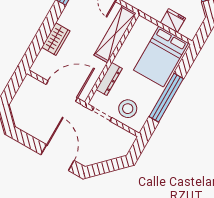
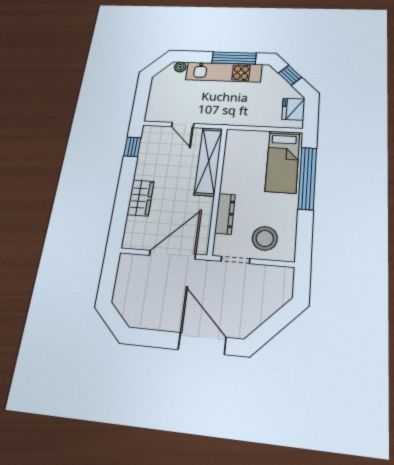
fridge: (173, 21) -> (293, 109), moved, turned -90
bed: (161, 57) -> (283, 161), width x0.67
window: (166, 98) -> (307, 178), moved

